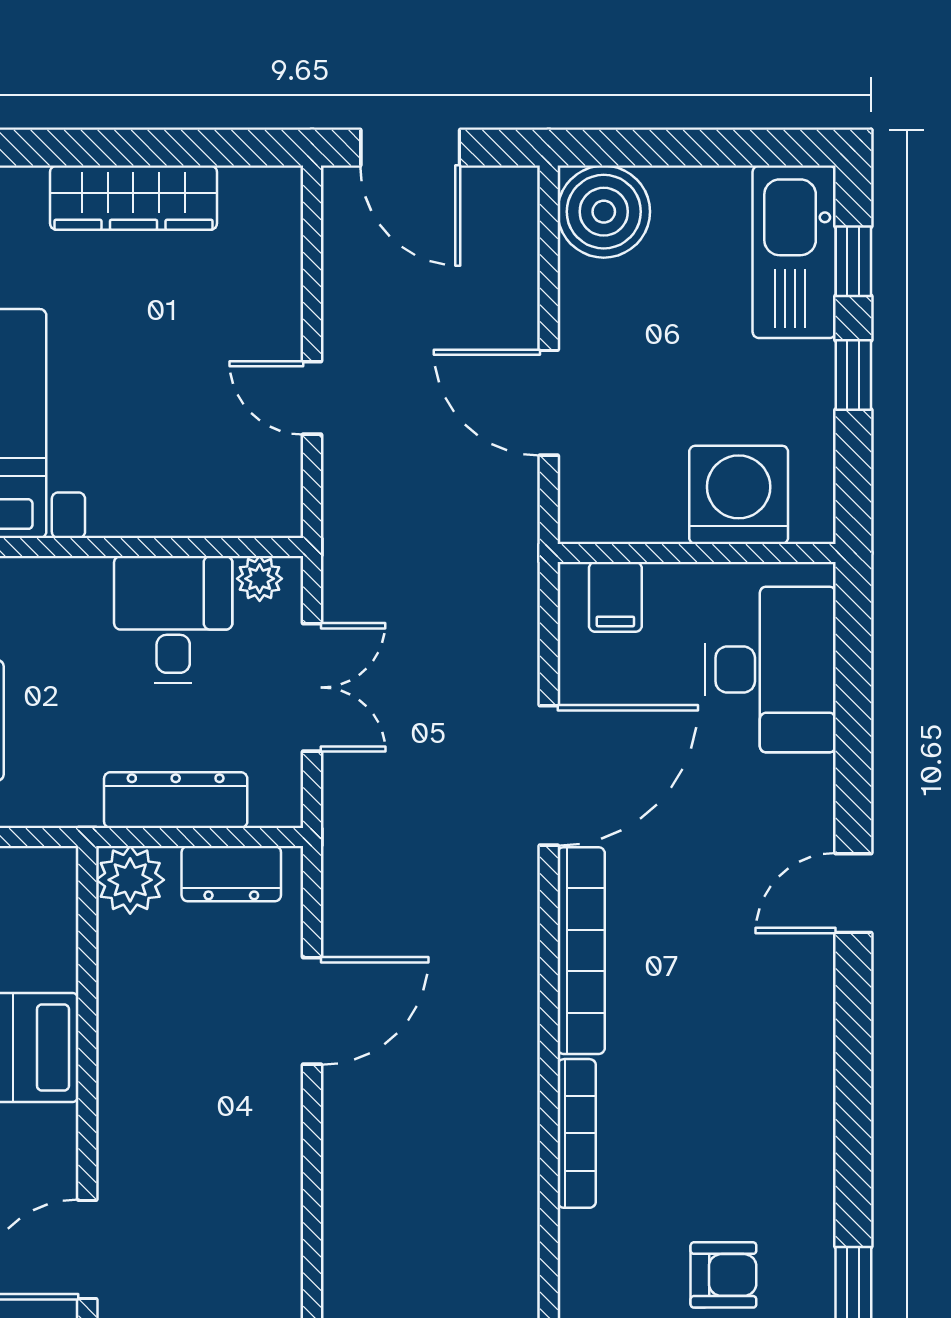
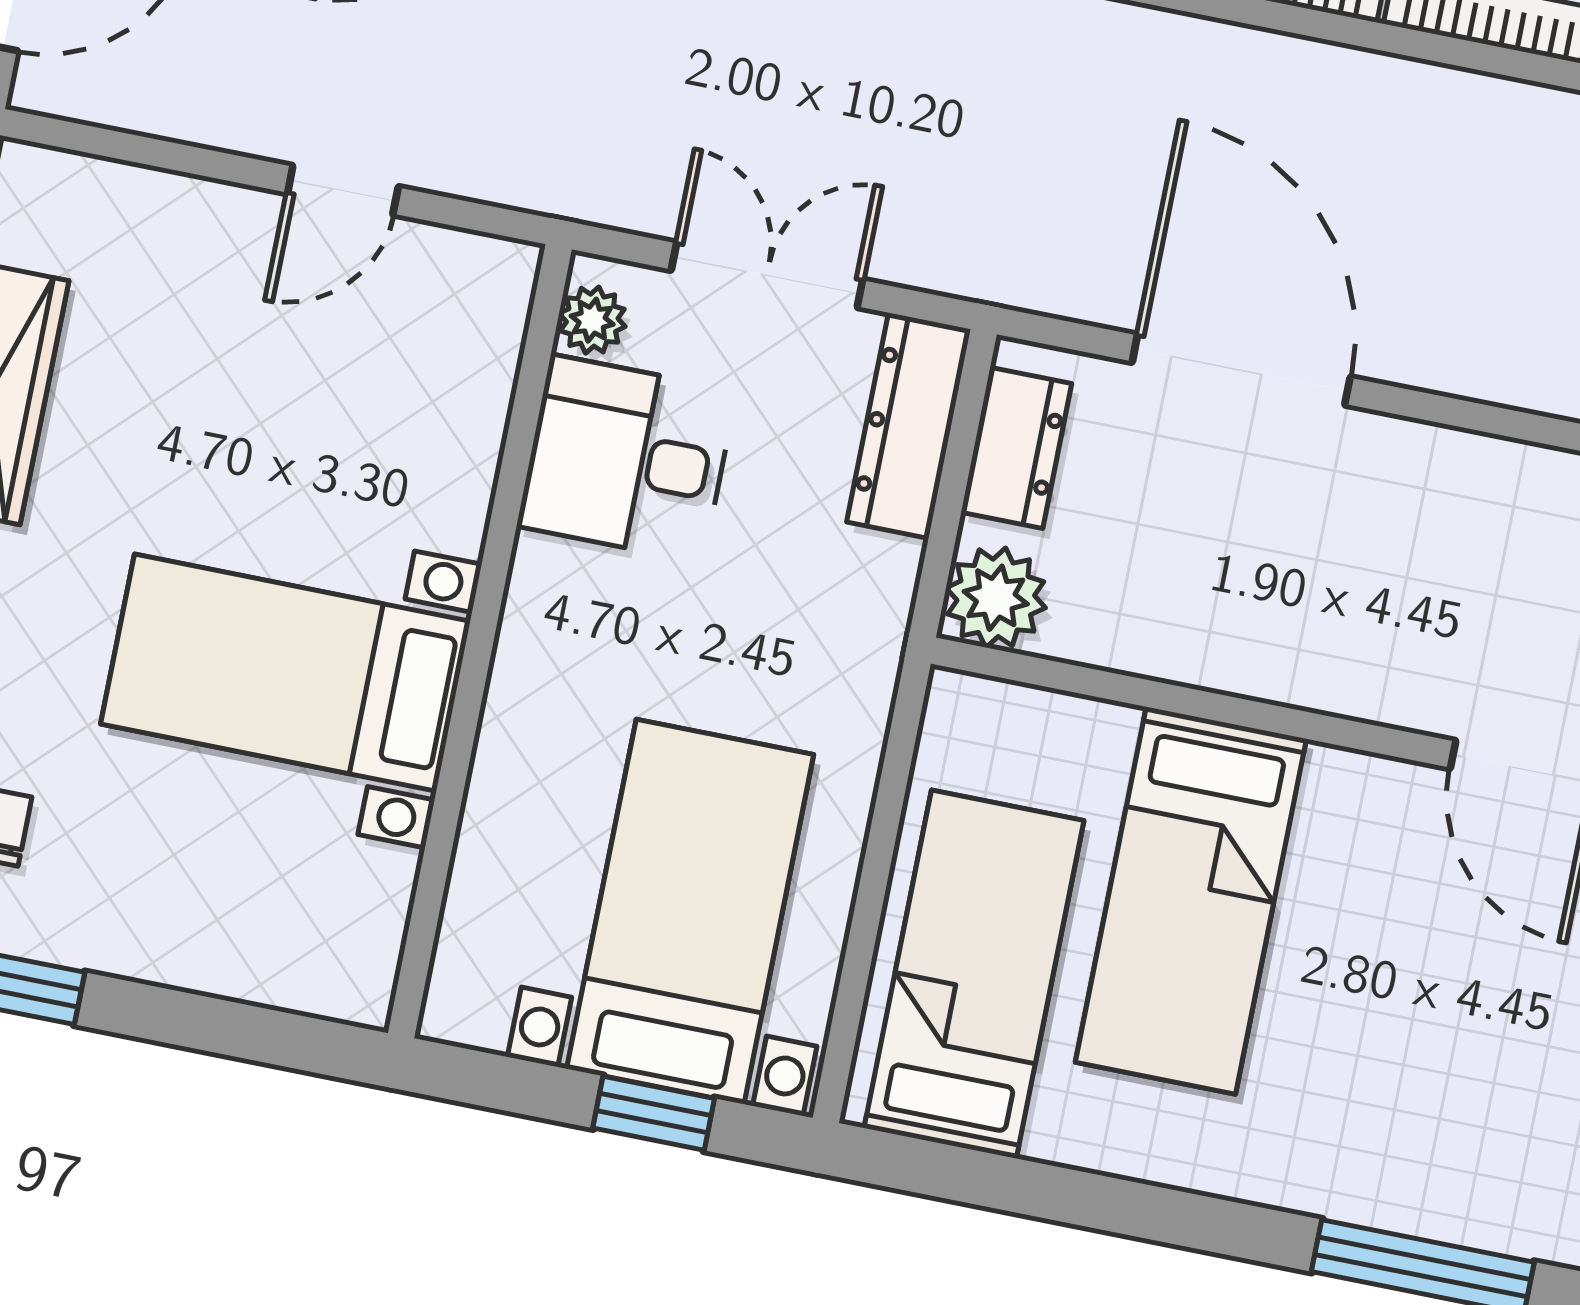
dresser: (176, 800) -> (909, 426), moved
door: (312, 1011) -> (1241, 370), width x1.36

